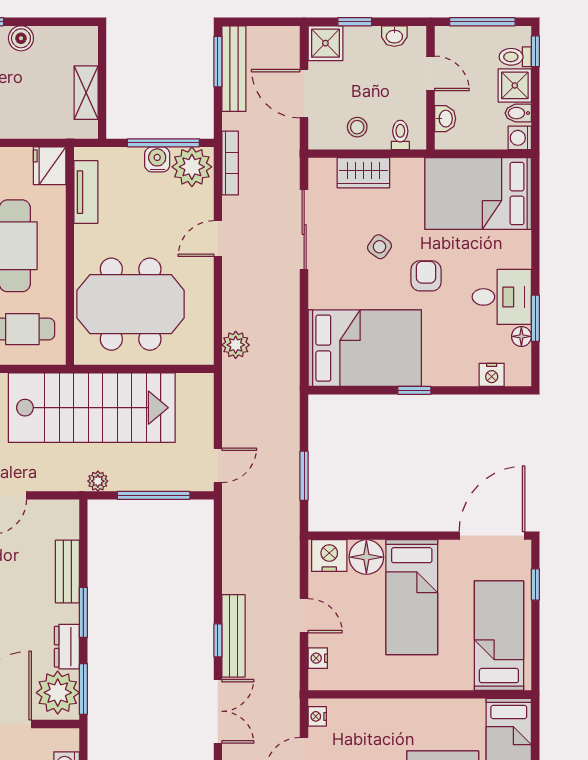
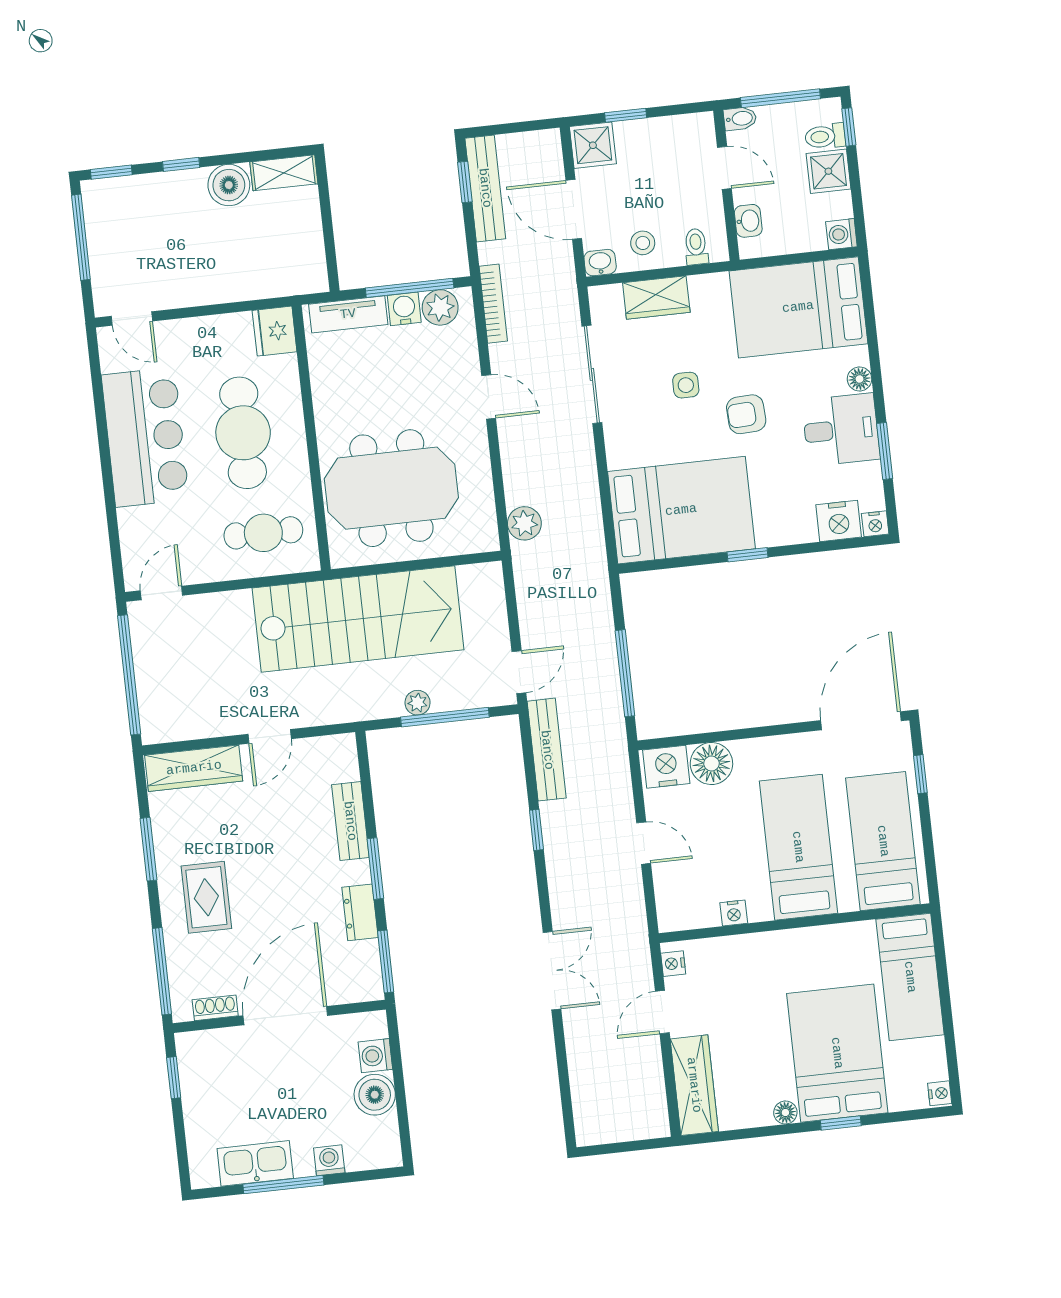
washbasin: (394, 36) -> (600, 263), moved, turned 180
boiler: (21, 38) -> (229, 185), width x1.36, depth x1.36
window: (218, 62) -> (465, 182), width x0.67
shelving: (86, 93) -> (284, 173), moved, turned 90
bidet: (518, 113) -> (740, 119), moved, turned 180
plant: (192, 167) -> (440, 307), width x0.73, depth x0.73
tv unit: (86, 192) -> (348, 314), moved, turned 90
door: (218, 239) -> (489, 397), swing flipped
side table: (379, 247) -> (686, 385), turned -36
armchair: (426, 276) -> (746, 414), turned -93
floor lamp: (521, 336) -> (860, 379), moved
nightstand: (492, 375) -> (839, 521), width x1.36, depth x1.33
nightstand: (521, 377) -> (875, 524), added
window: (304, 476) -> (625, 673), width x1.44
plant: (98, 481) -> (418, 703), moved
bed: (412, 597) -> (798, 847), moved, turned 180
bench: (234, 636) -> (547, 750), moved
window: (218, 640) -> (536, 830), moved
nightstand: (318, 658) -> (734, 913), moved, turned -90
plant: (58, 693) -> (355, 969), removed

